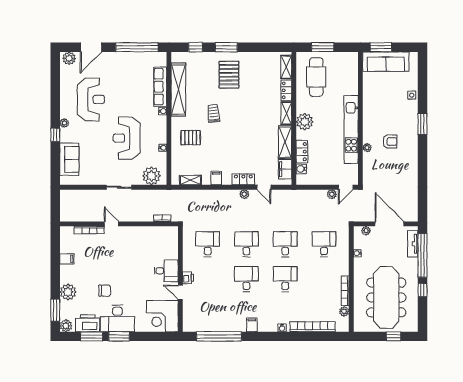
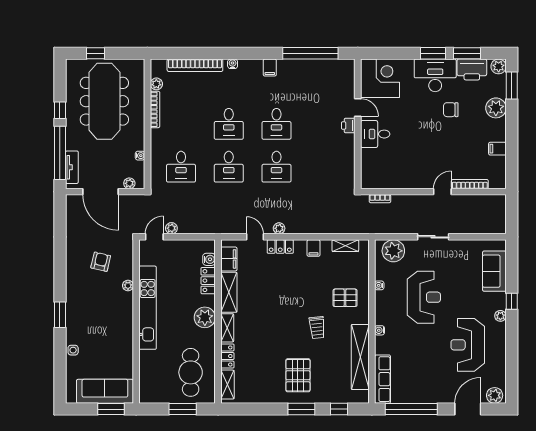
row of seats: (160, 87) -> (383, 379), moved
armchair: (390, 141) -> (101, 262), moved, turned 103
door: (112, 224) -> (442, 192), swing flipped
desk: (208, 244) -> (324, 167), removed

